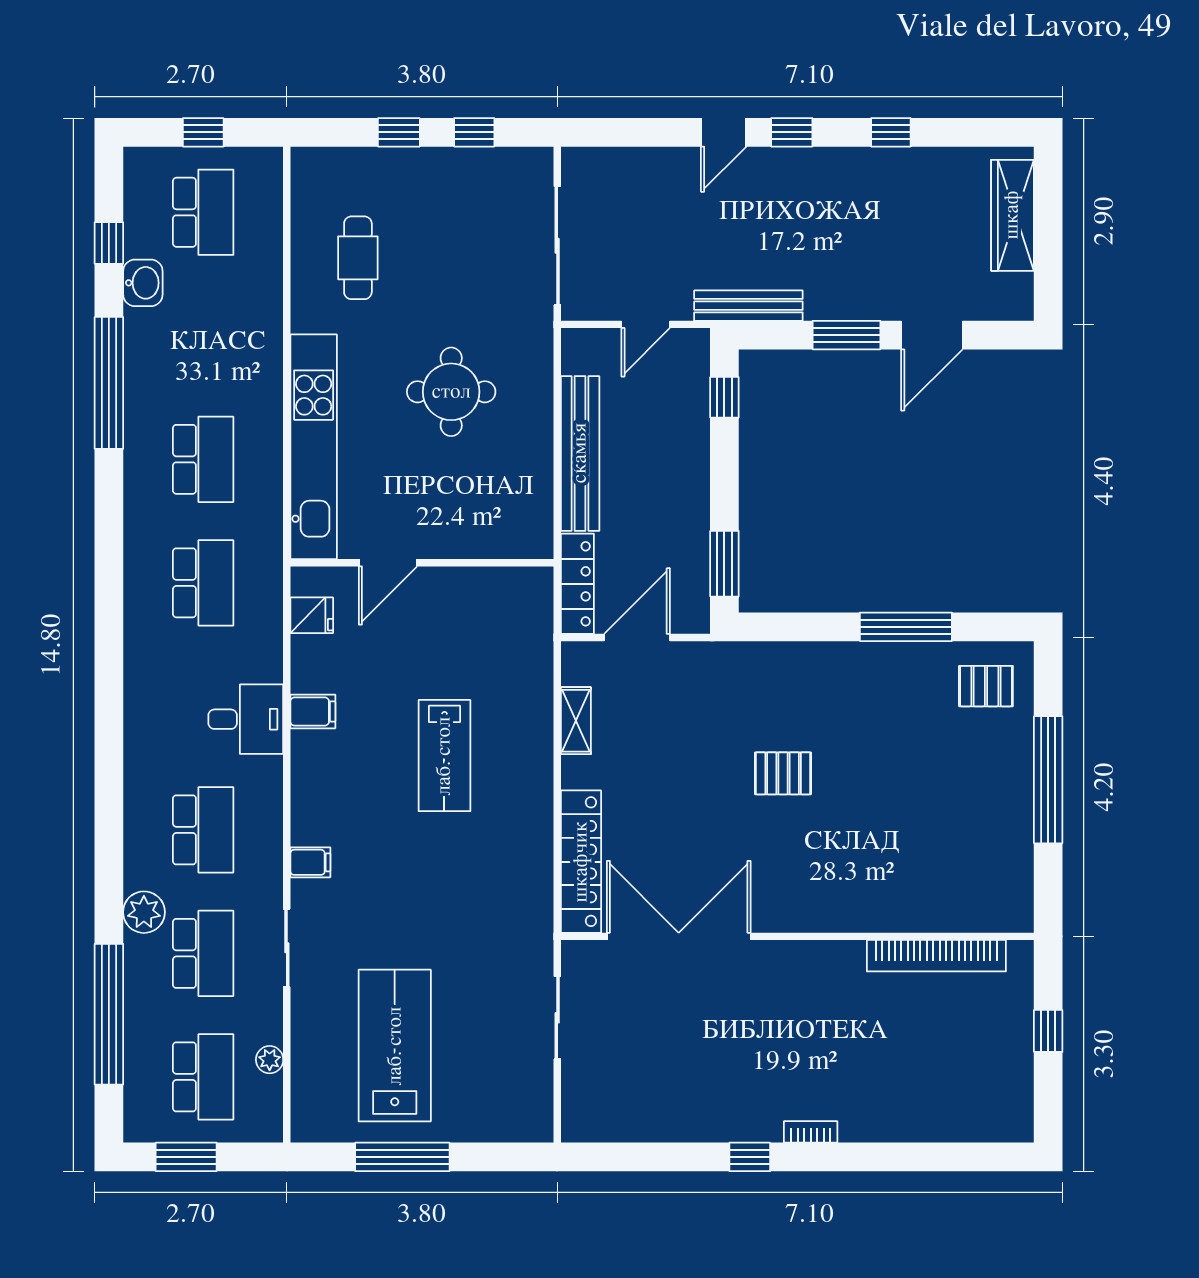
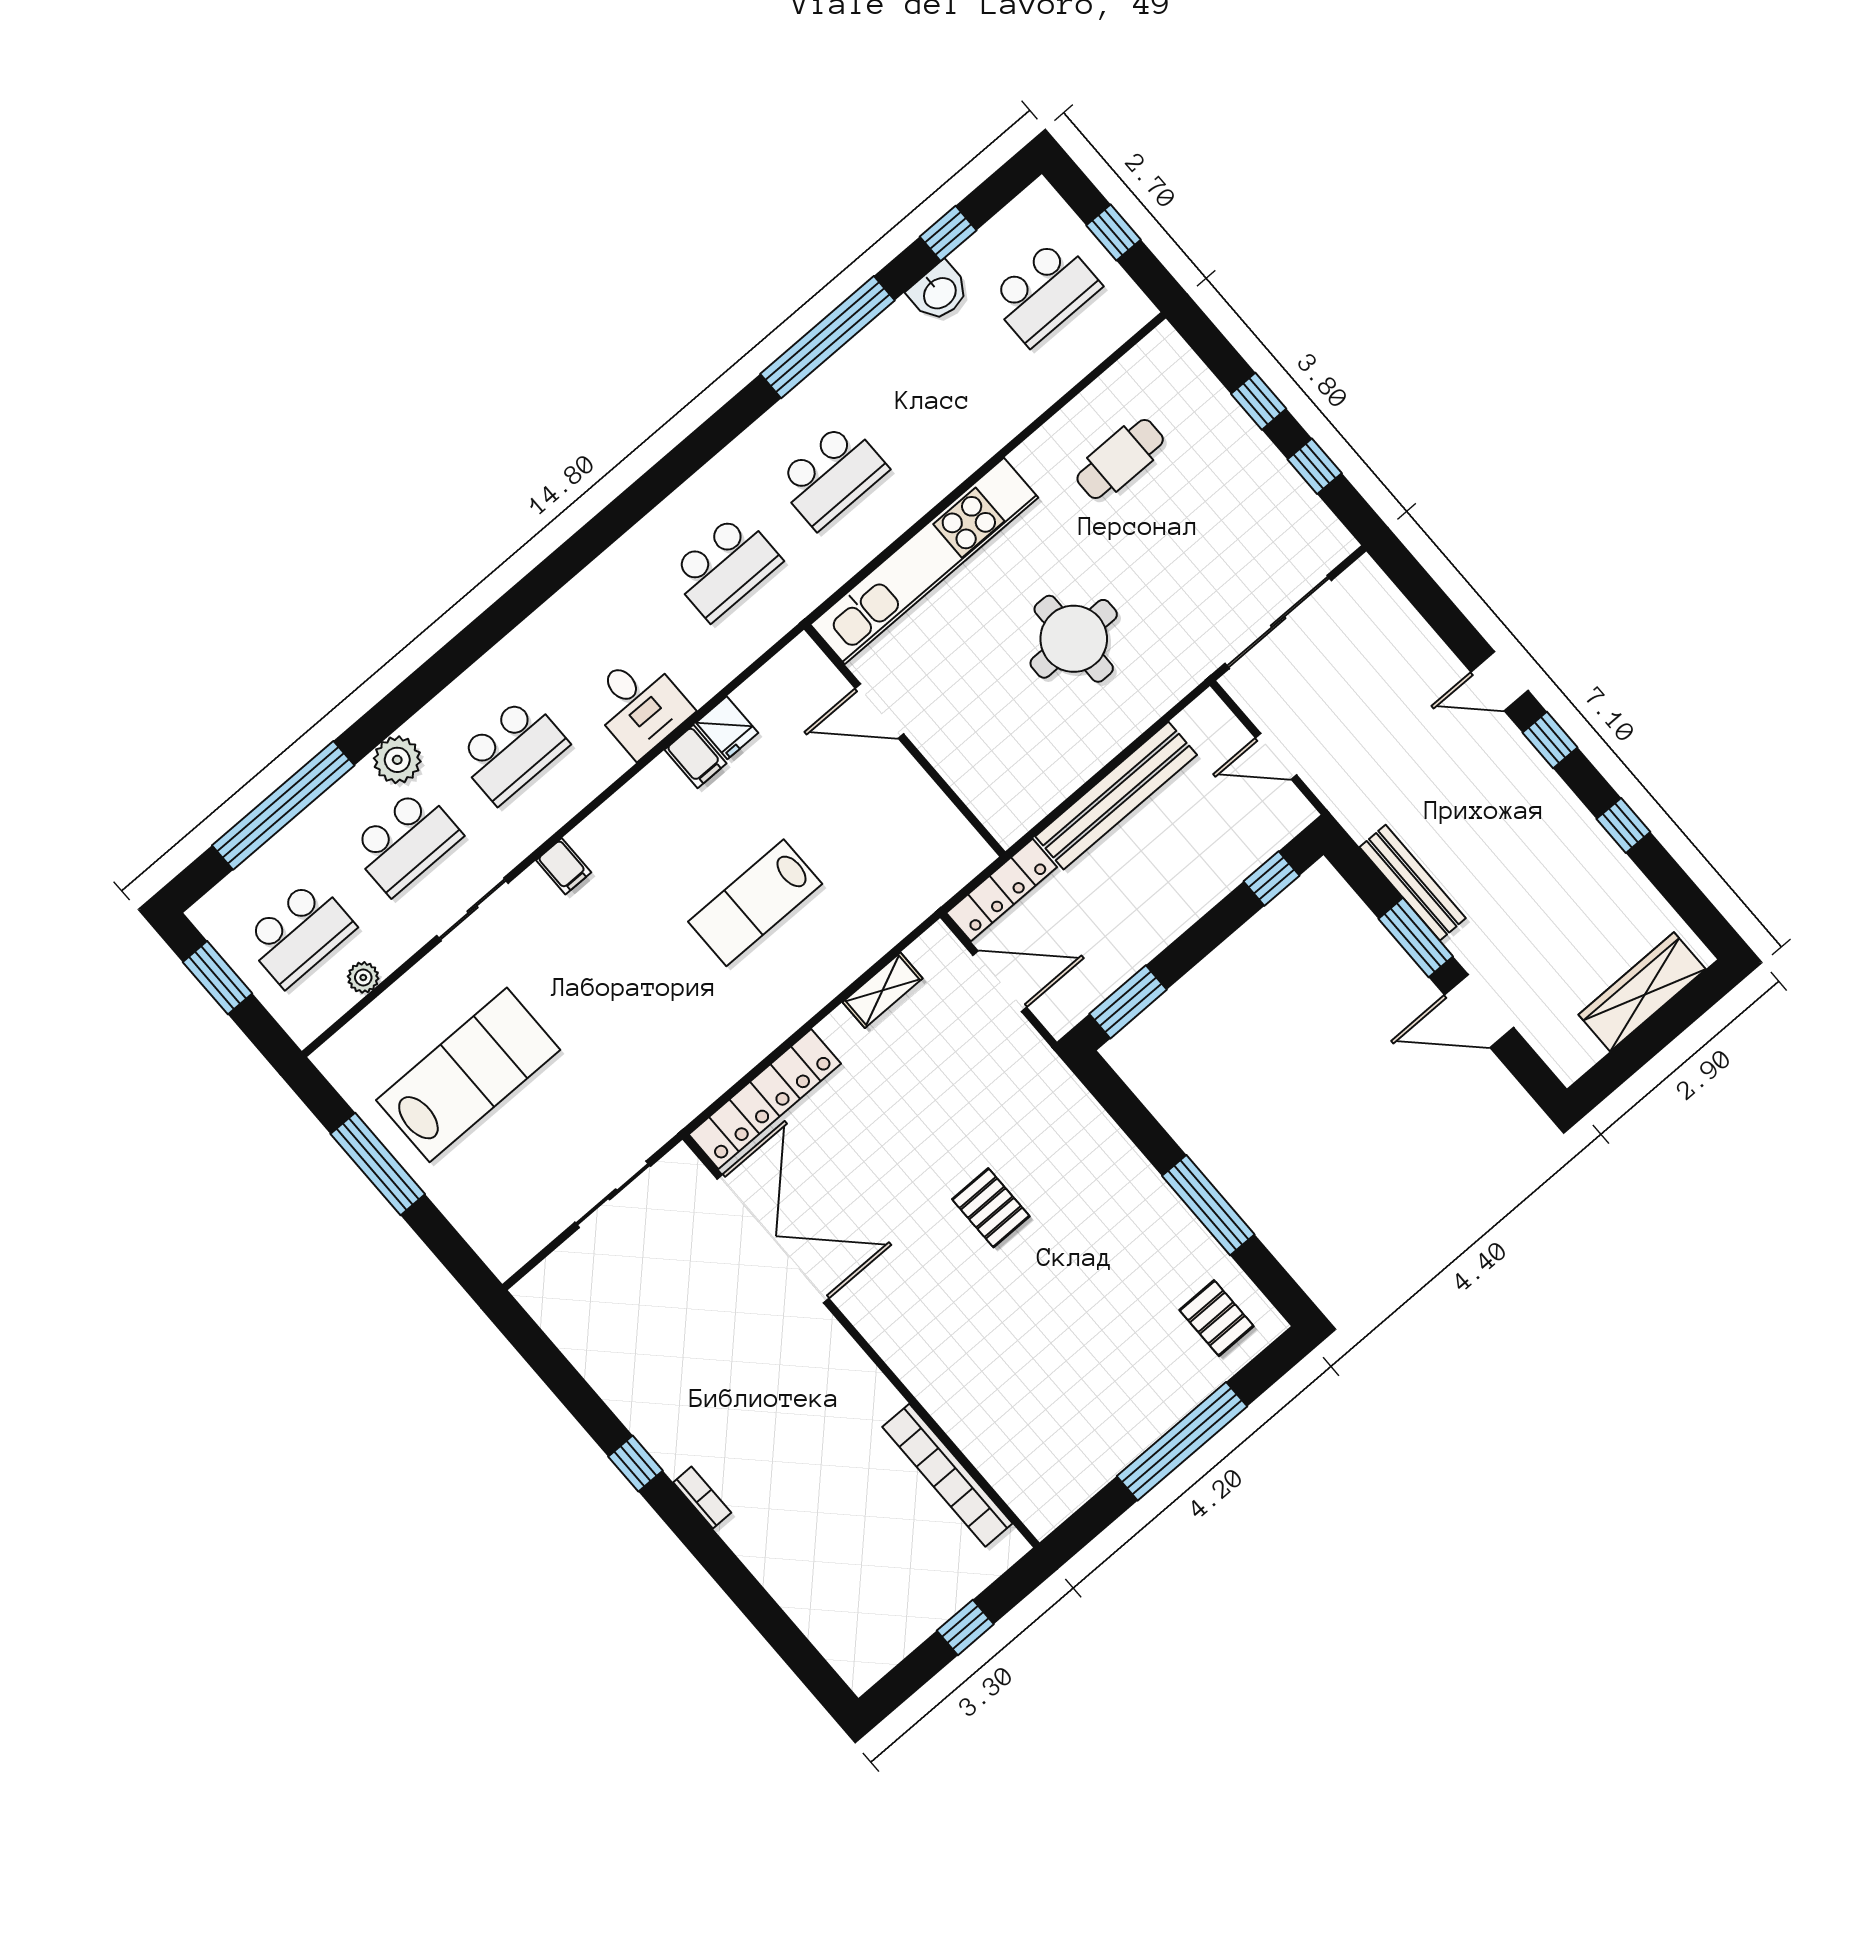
bench: (748, 306) -> (1413, 883), moved
fridge: (312, 615) -> (727, 728), moved

